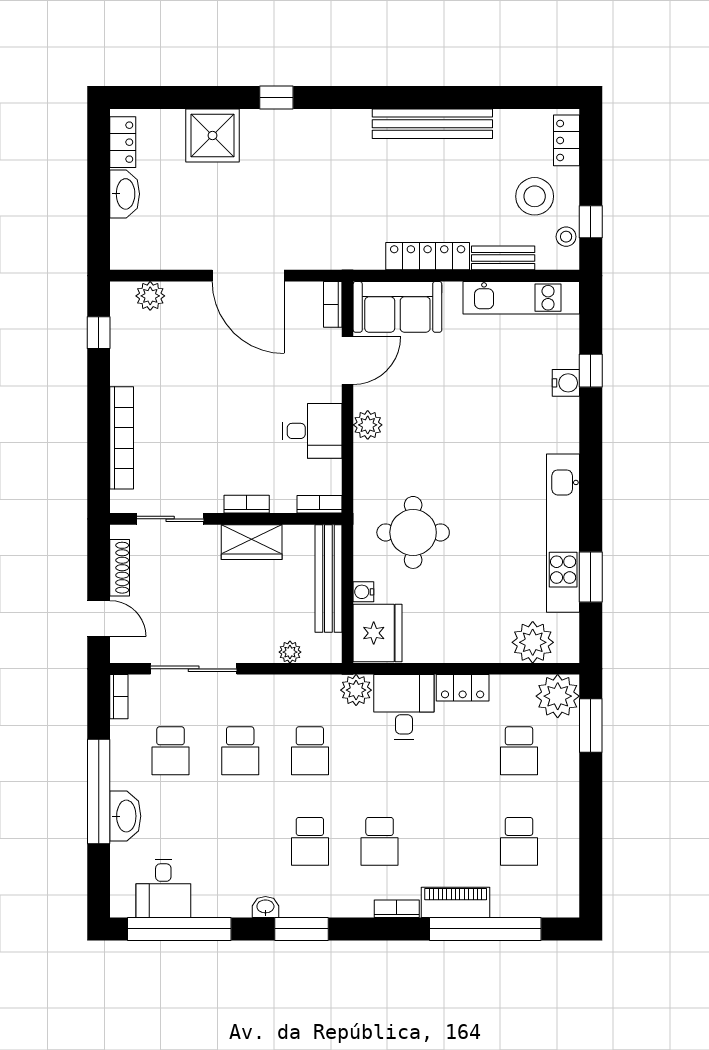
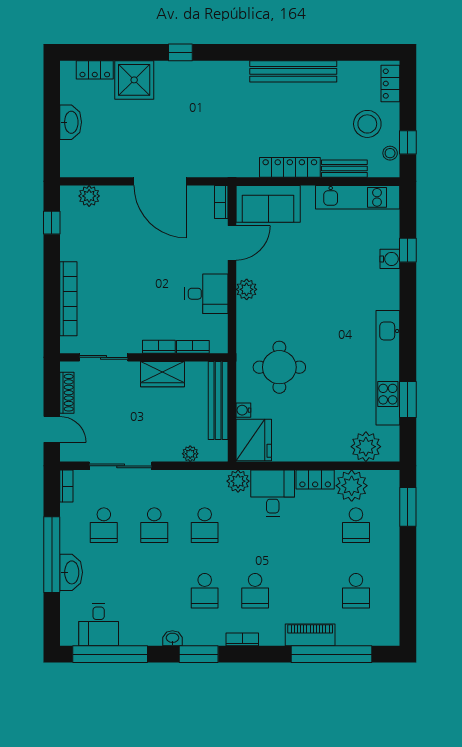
locker: (123, 142) -> (95, 70), moved, turned 90
bookcase: (319, 504) -> (193, 347), moved
plant: (558, 696) -> (352, 486), moved
bookcase: (397, 909) -> (242, 639), moved

